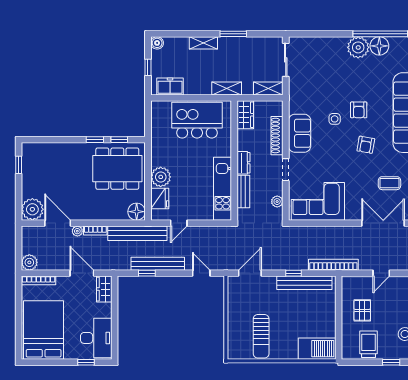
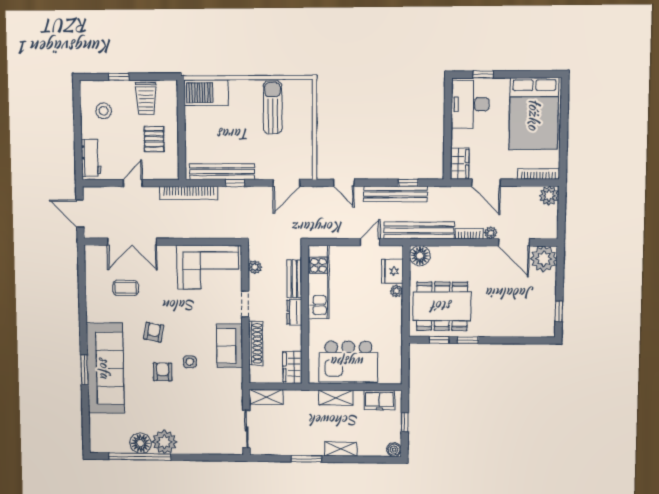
shelving: (227, 88) -> (336, 398), moved
plant: (161, 177) -> (396, 291), width x0.53, depth x0.53

